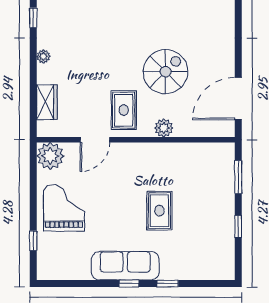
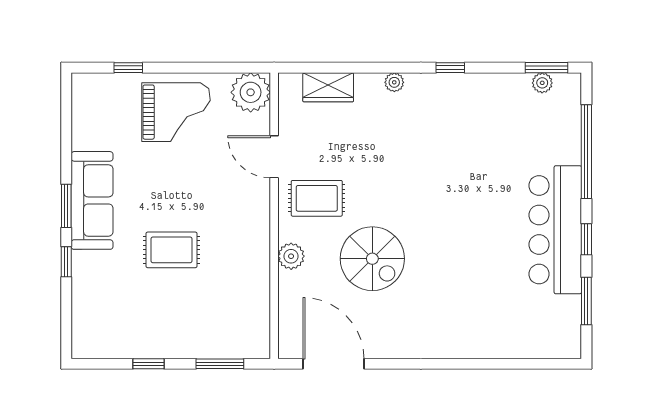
window: (129, 284) -> (66, 206), width x1.50

